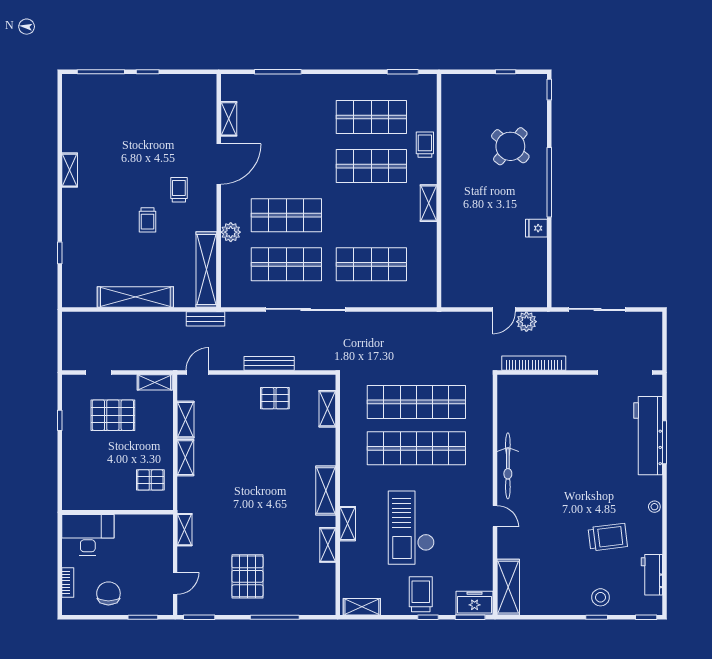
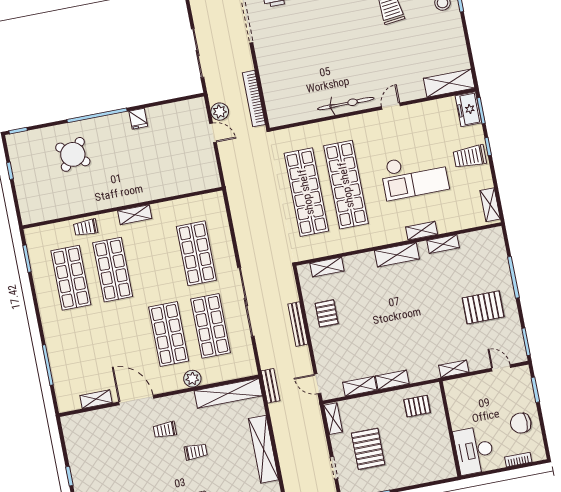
pallet: (150, 480) -> (417, 406), turned 90

